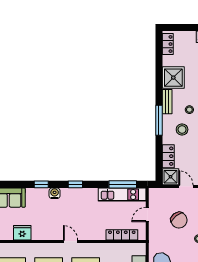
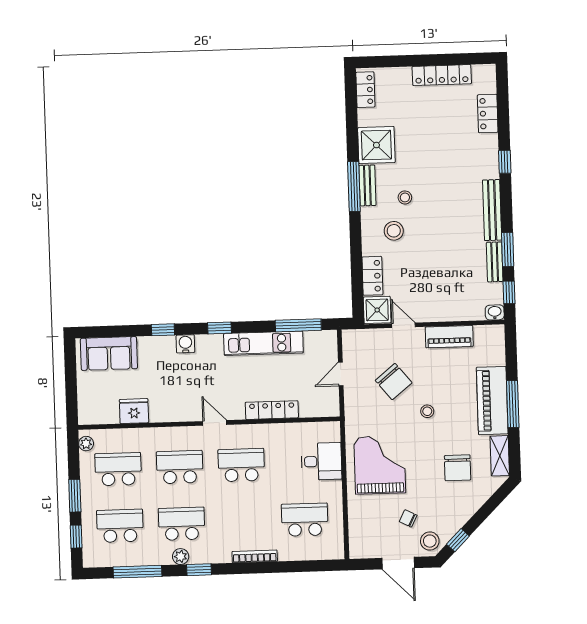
window: (159, 120) -> (354, 186), moved
kitchen unit: (122, 195) -> (263, 343), moved
locker: (122, 235) -> (272, 410), moved

